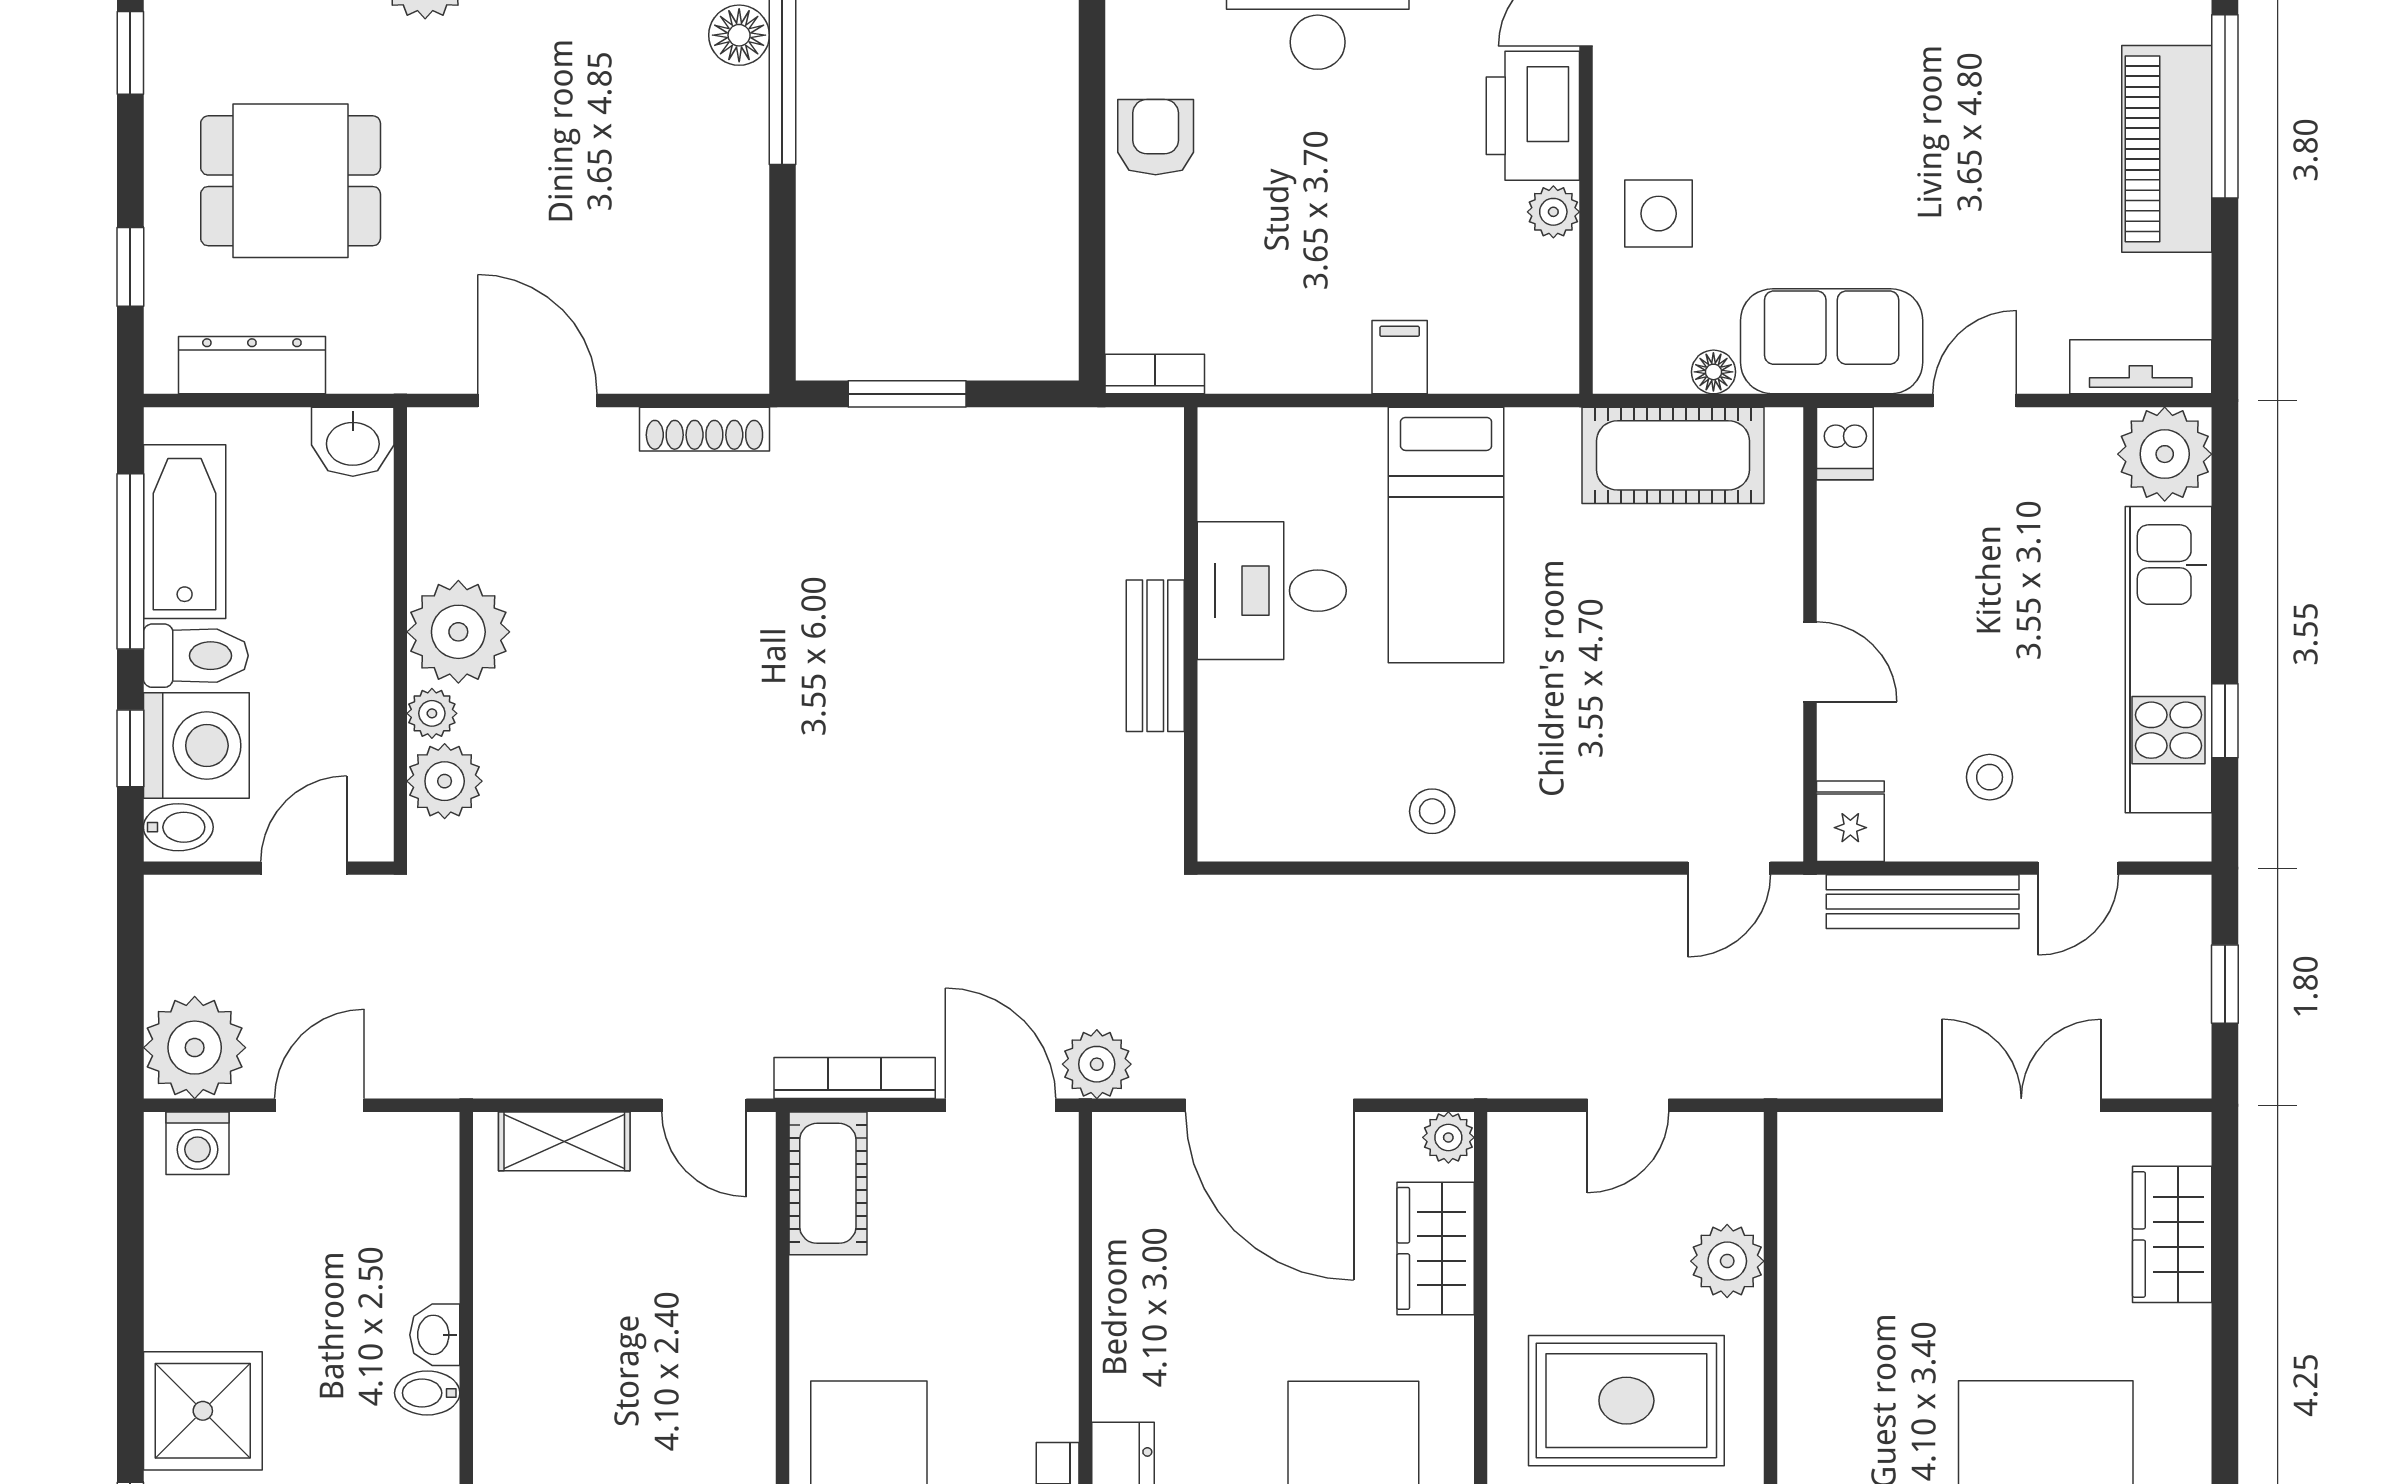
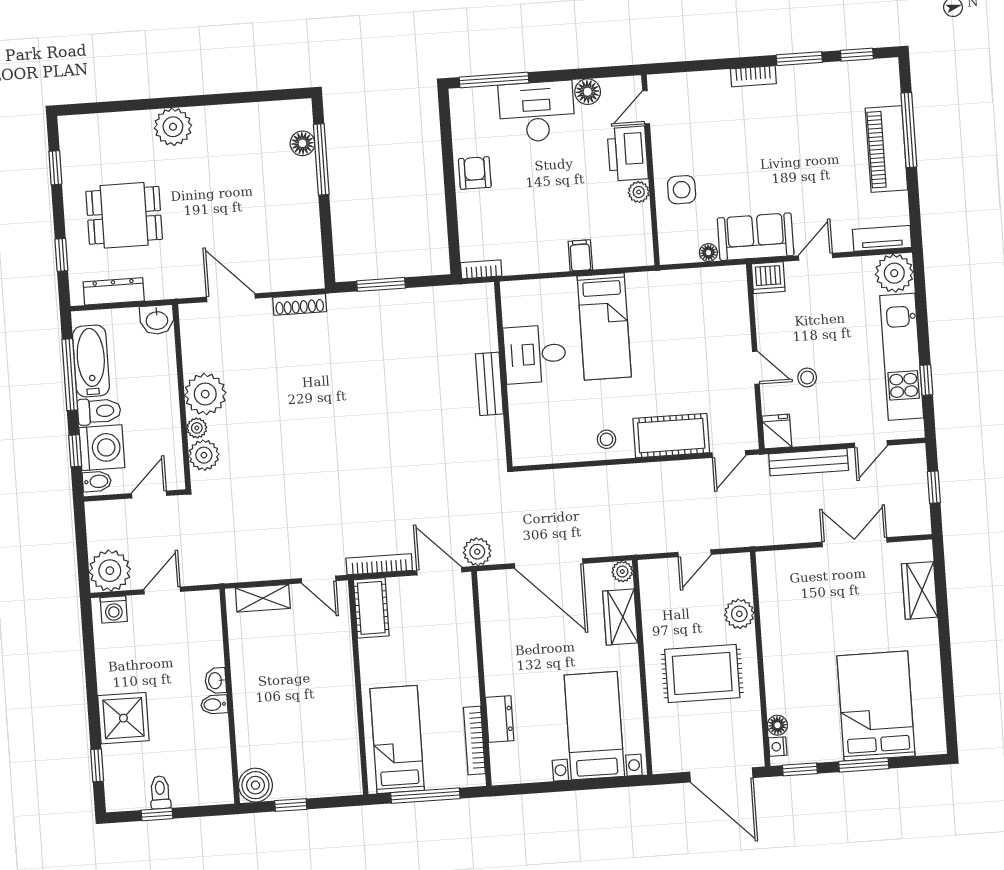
dishwasher: (1845, 443) -> (768, 278), width x1.38
cot: (1673, 455) -> (671, 436), moved
stool: (1990, 777) -> (807, 377), moved

